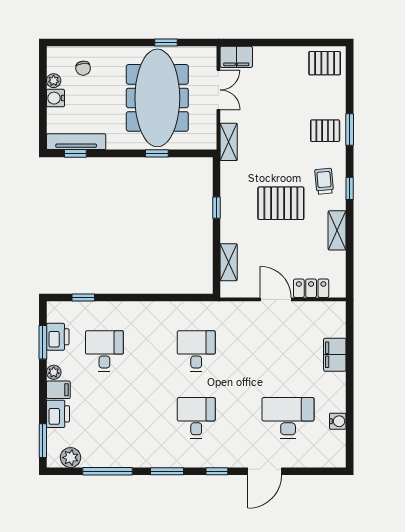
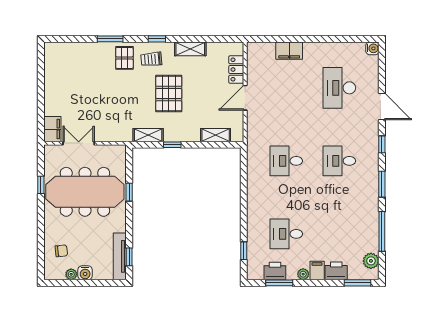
pallet: (325, 63) -> (57, 59), removed
pallet: (325, 131) -> (124, 58), moved
shelving: (229, 142) -> (148, 135), moved
water cooler: (338, 421) -> (372, 48), moved, turned 90

